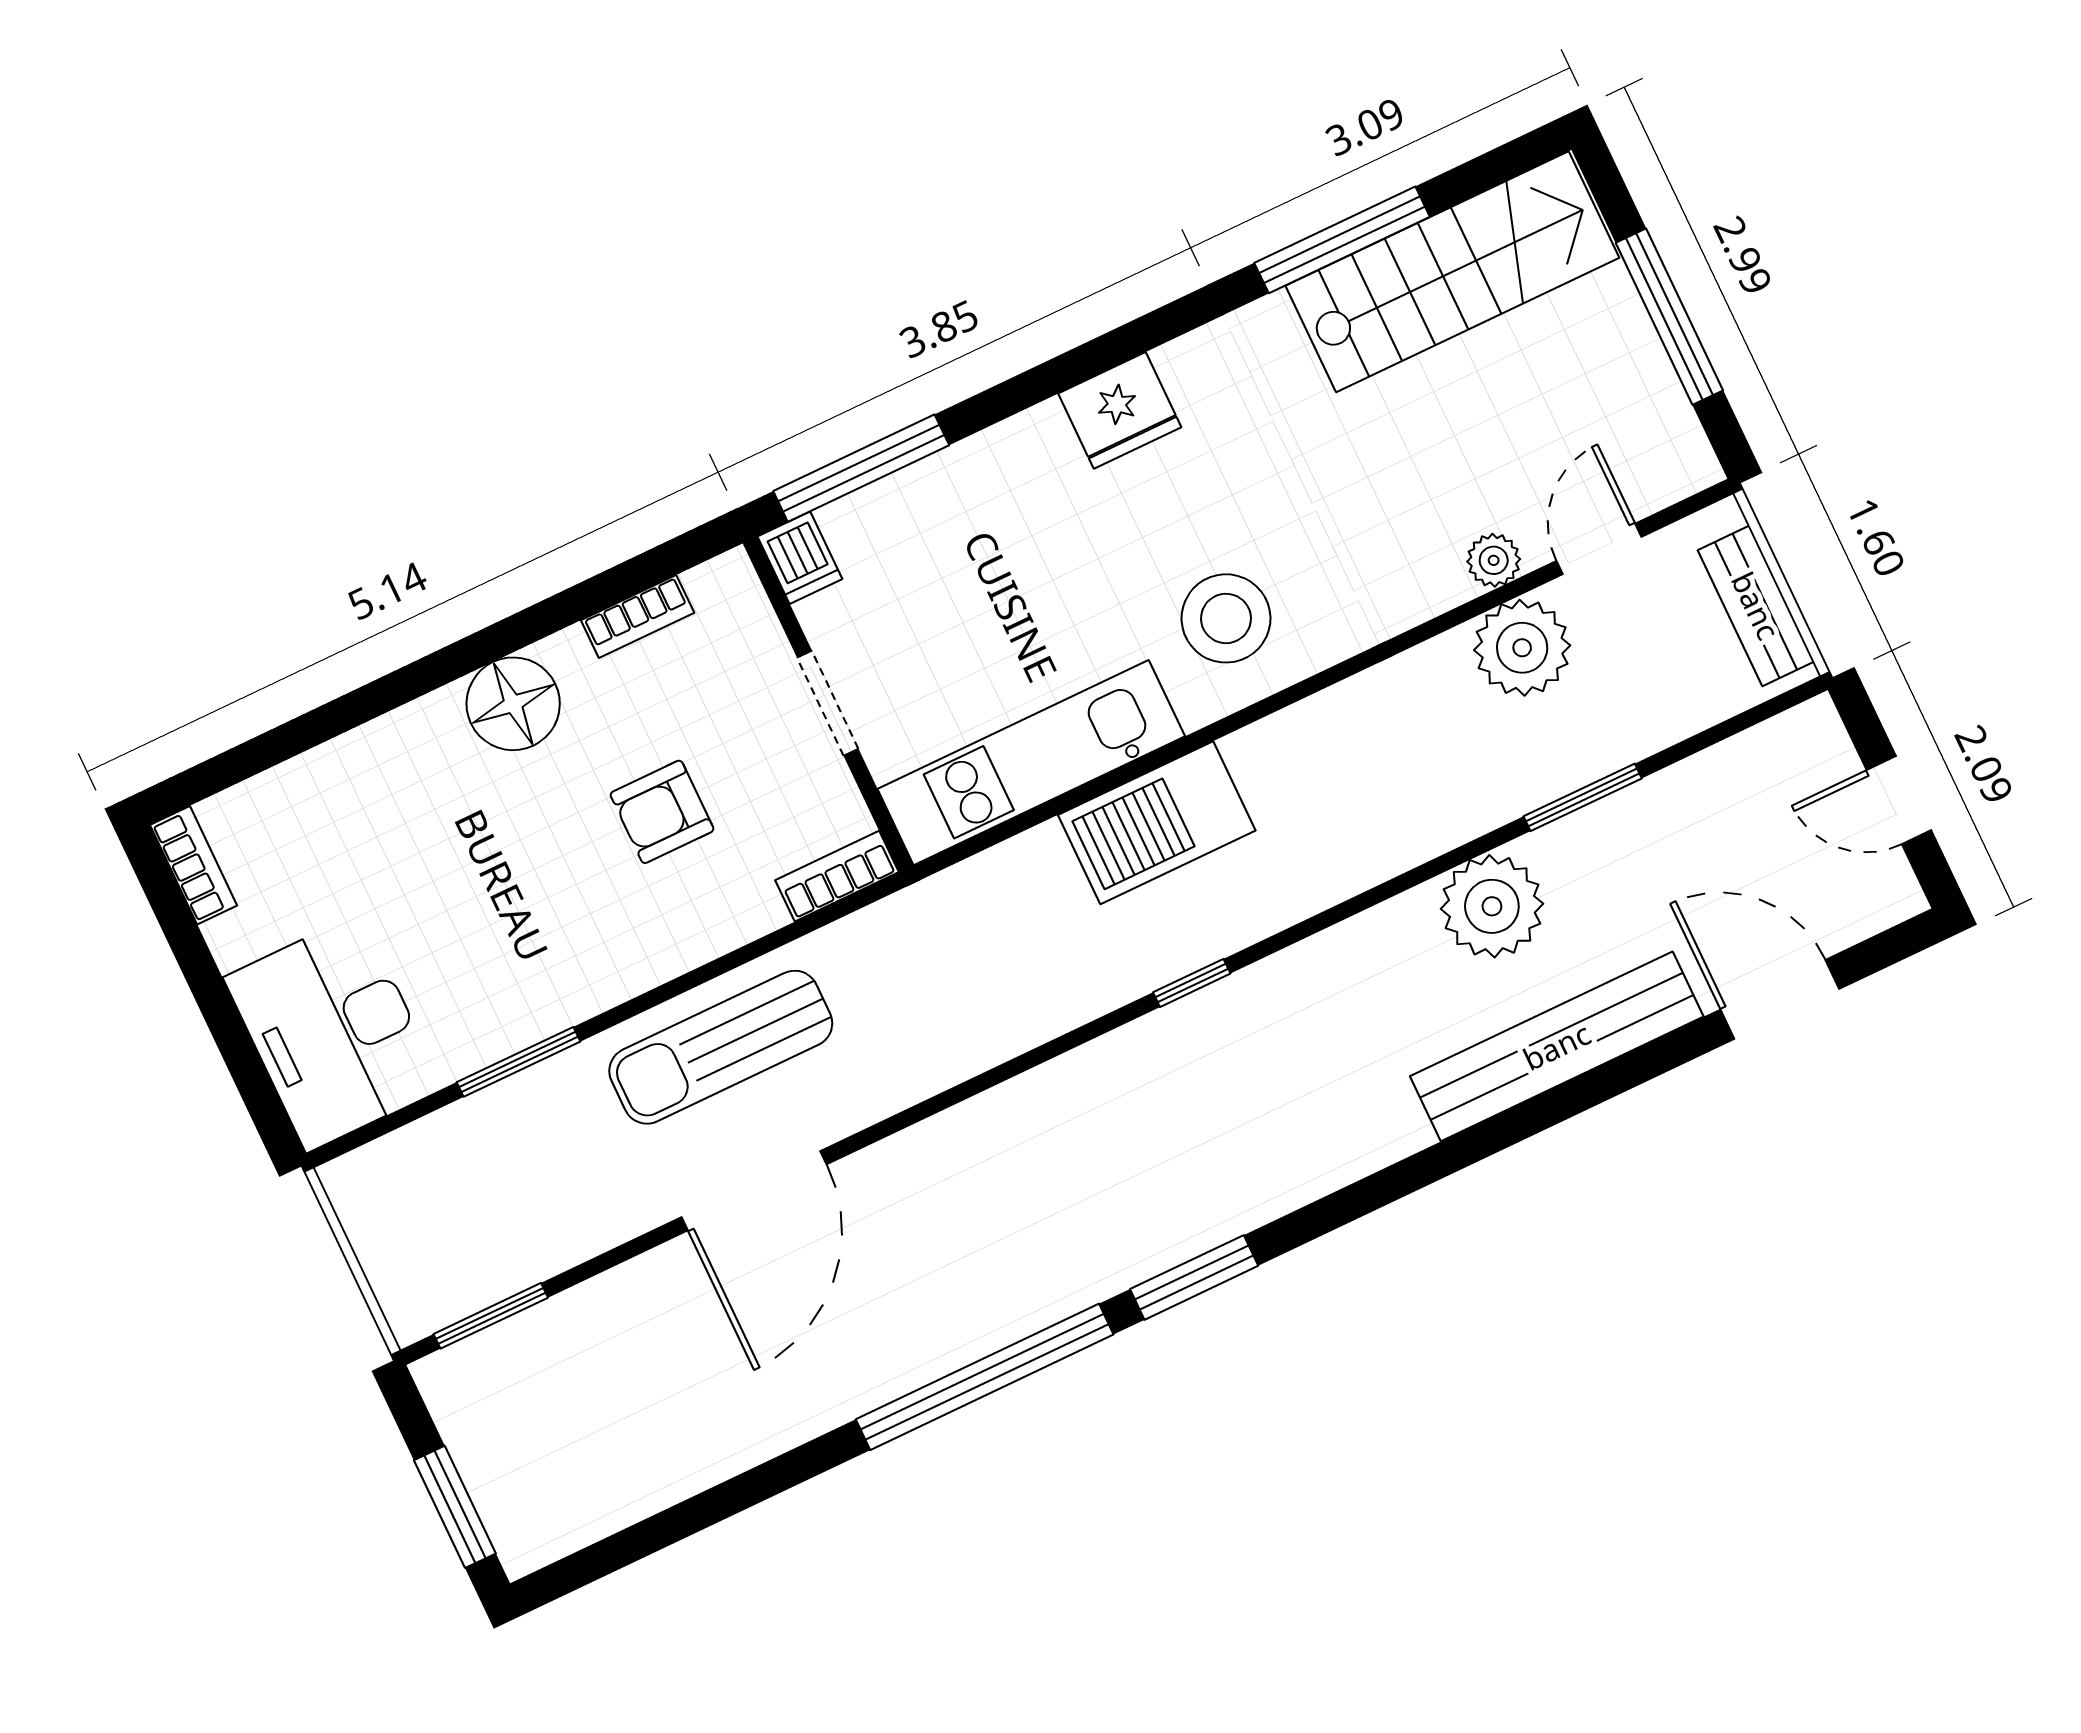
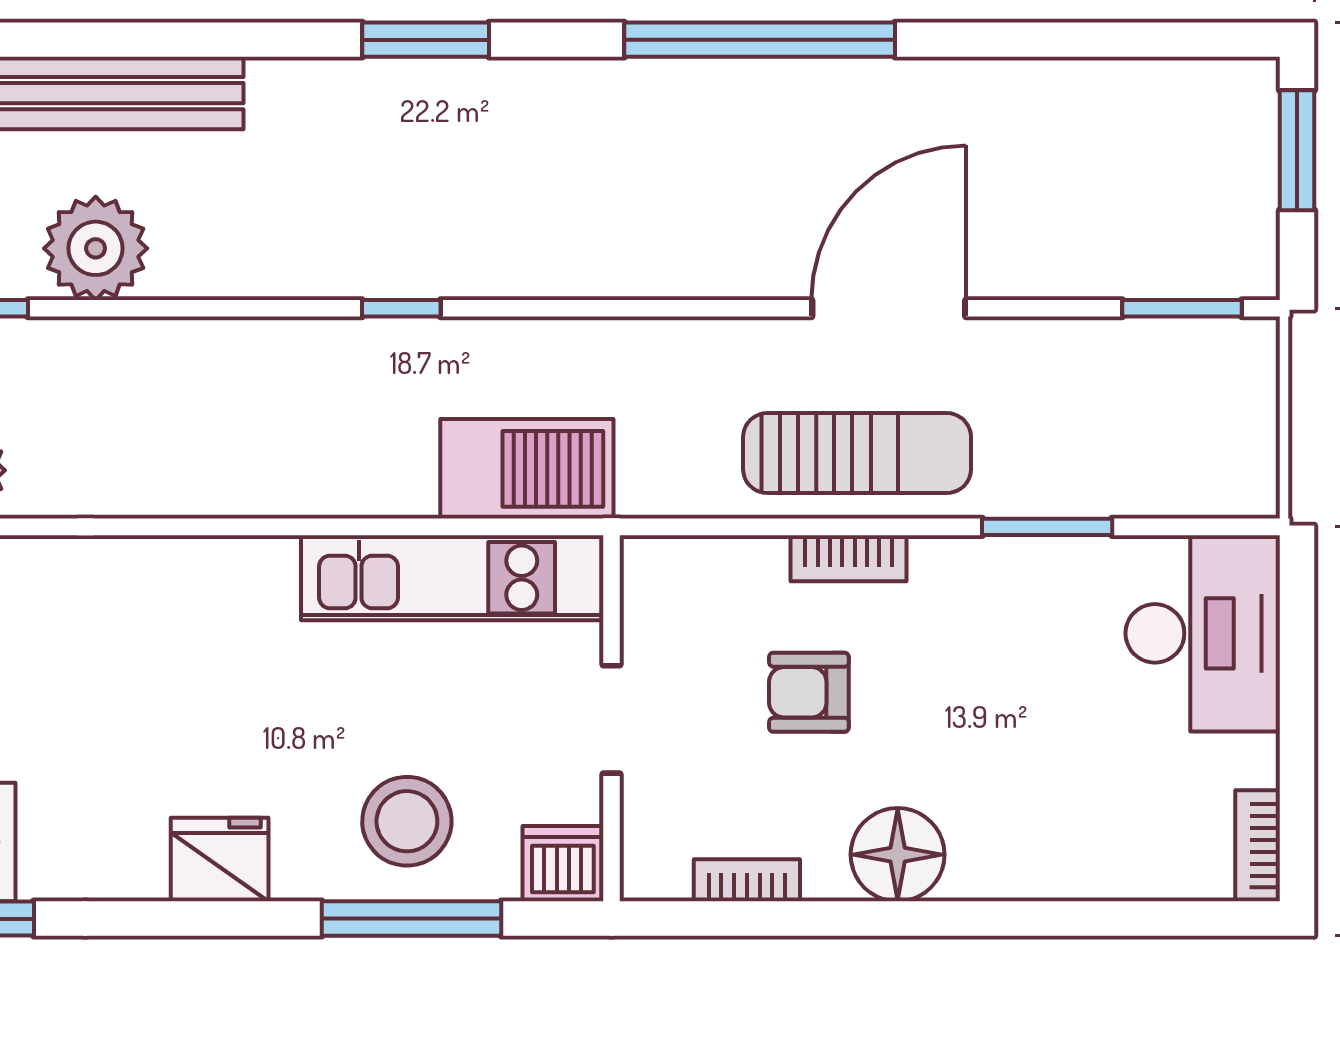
window: (861, 468) -> (411, 919), moved
dishwasher: (800, 558) -> (563, 864), width x1.38
stool: (1226, 618) -> (407, 821), moved
armchair: (662, 812) -> (809, 692), turned 180
barbecue: (1157, 823) -> (527, 469), moved
bookcase: (837, 876) -> (849, 558), moved
window: (1194, 1277) -> (426, 40), moved

